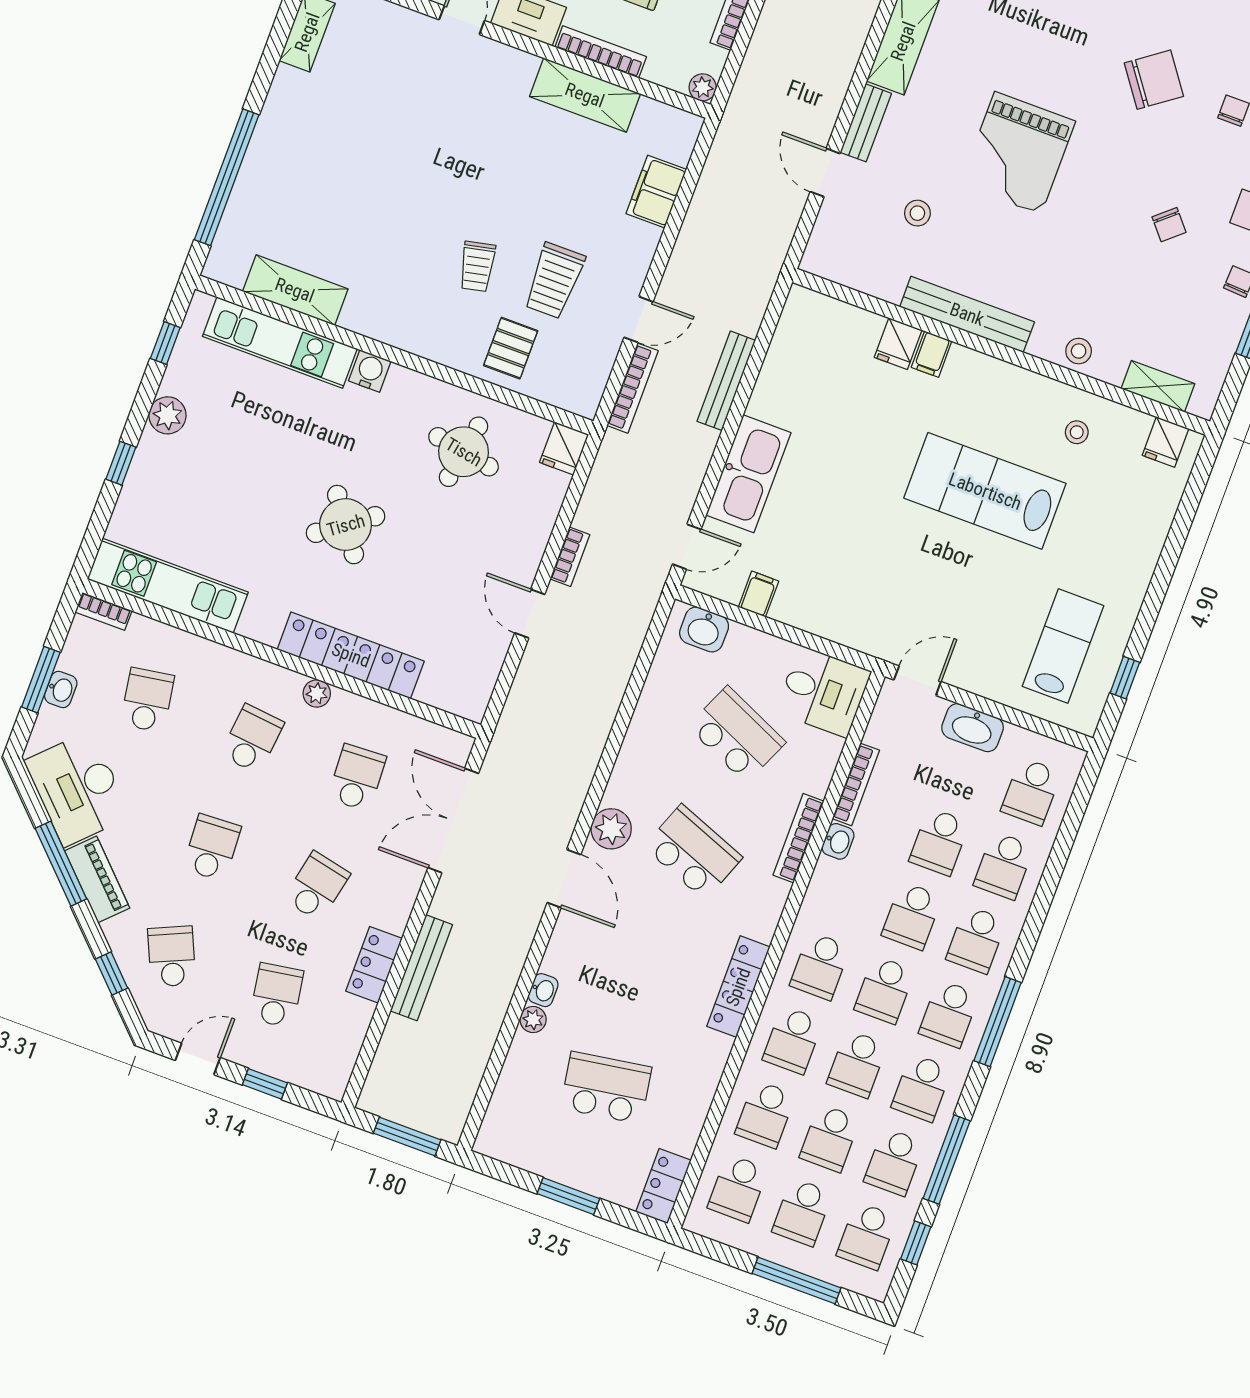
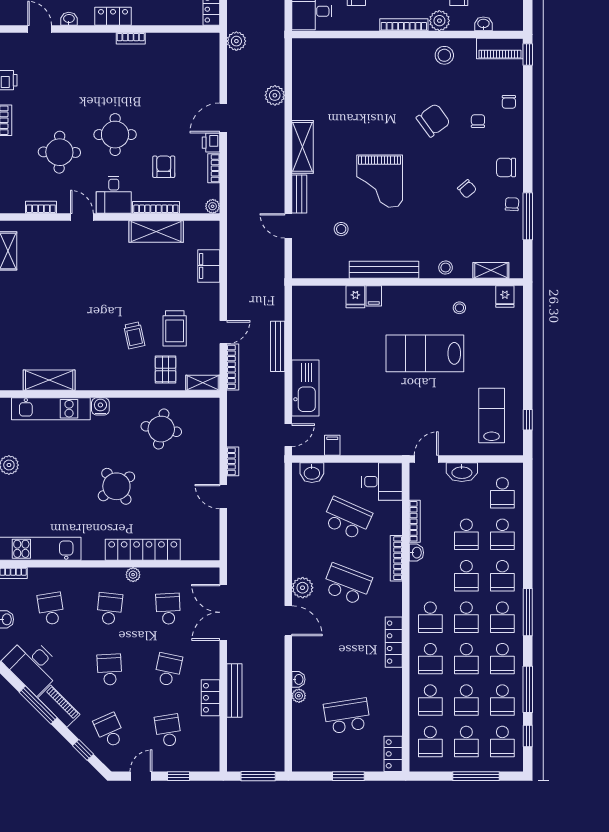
shelving: (568, 397) -> (203, 383), added
fridge: (564, 448) -> (210, 409), removed

